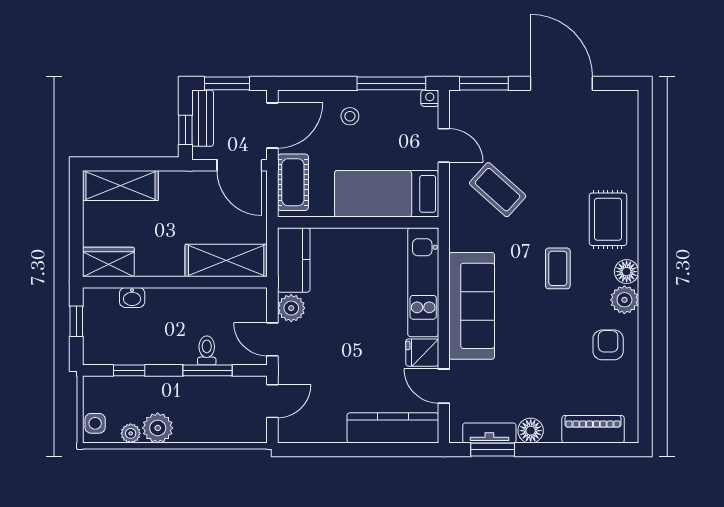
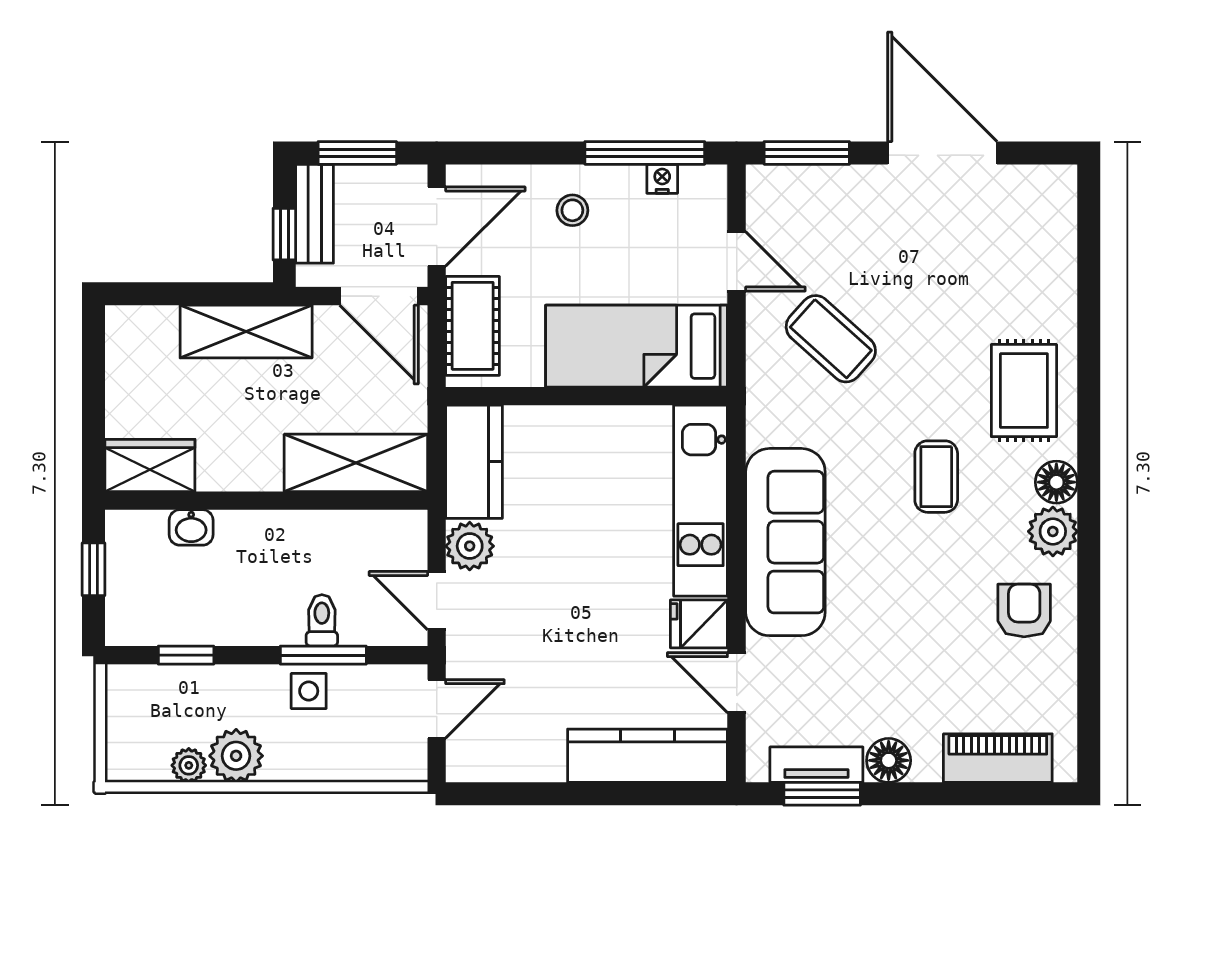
nightstand: (430, 98) -> (662, 179), moved
shelving: (120, 186) -> (246, 332), moved
side table: (95, 423) -> (309, 691), moved

